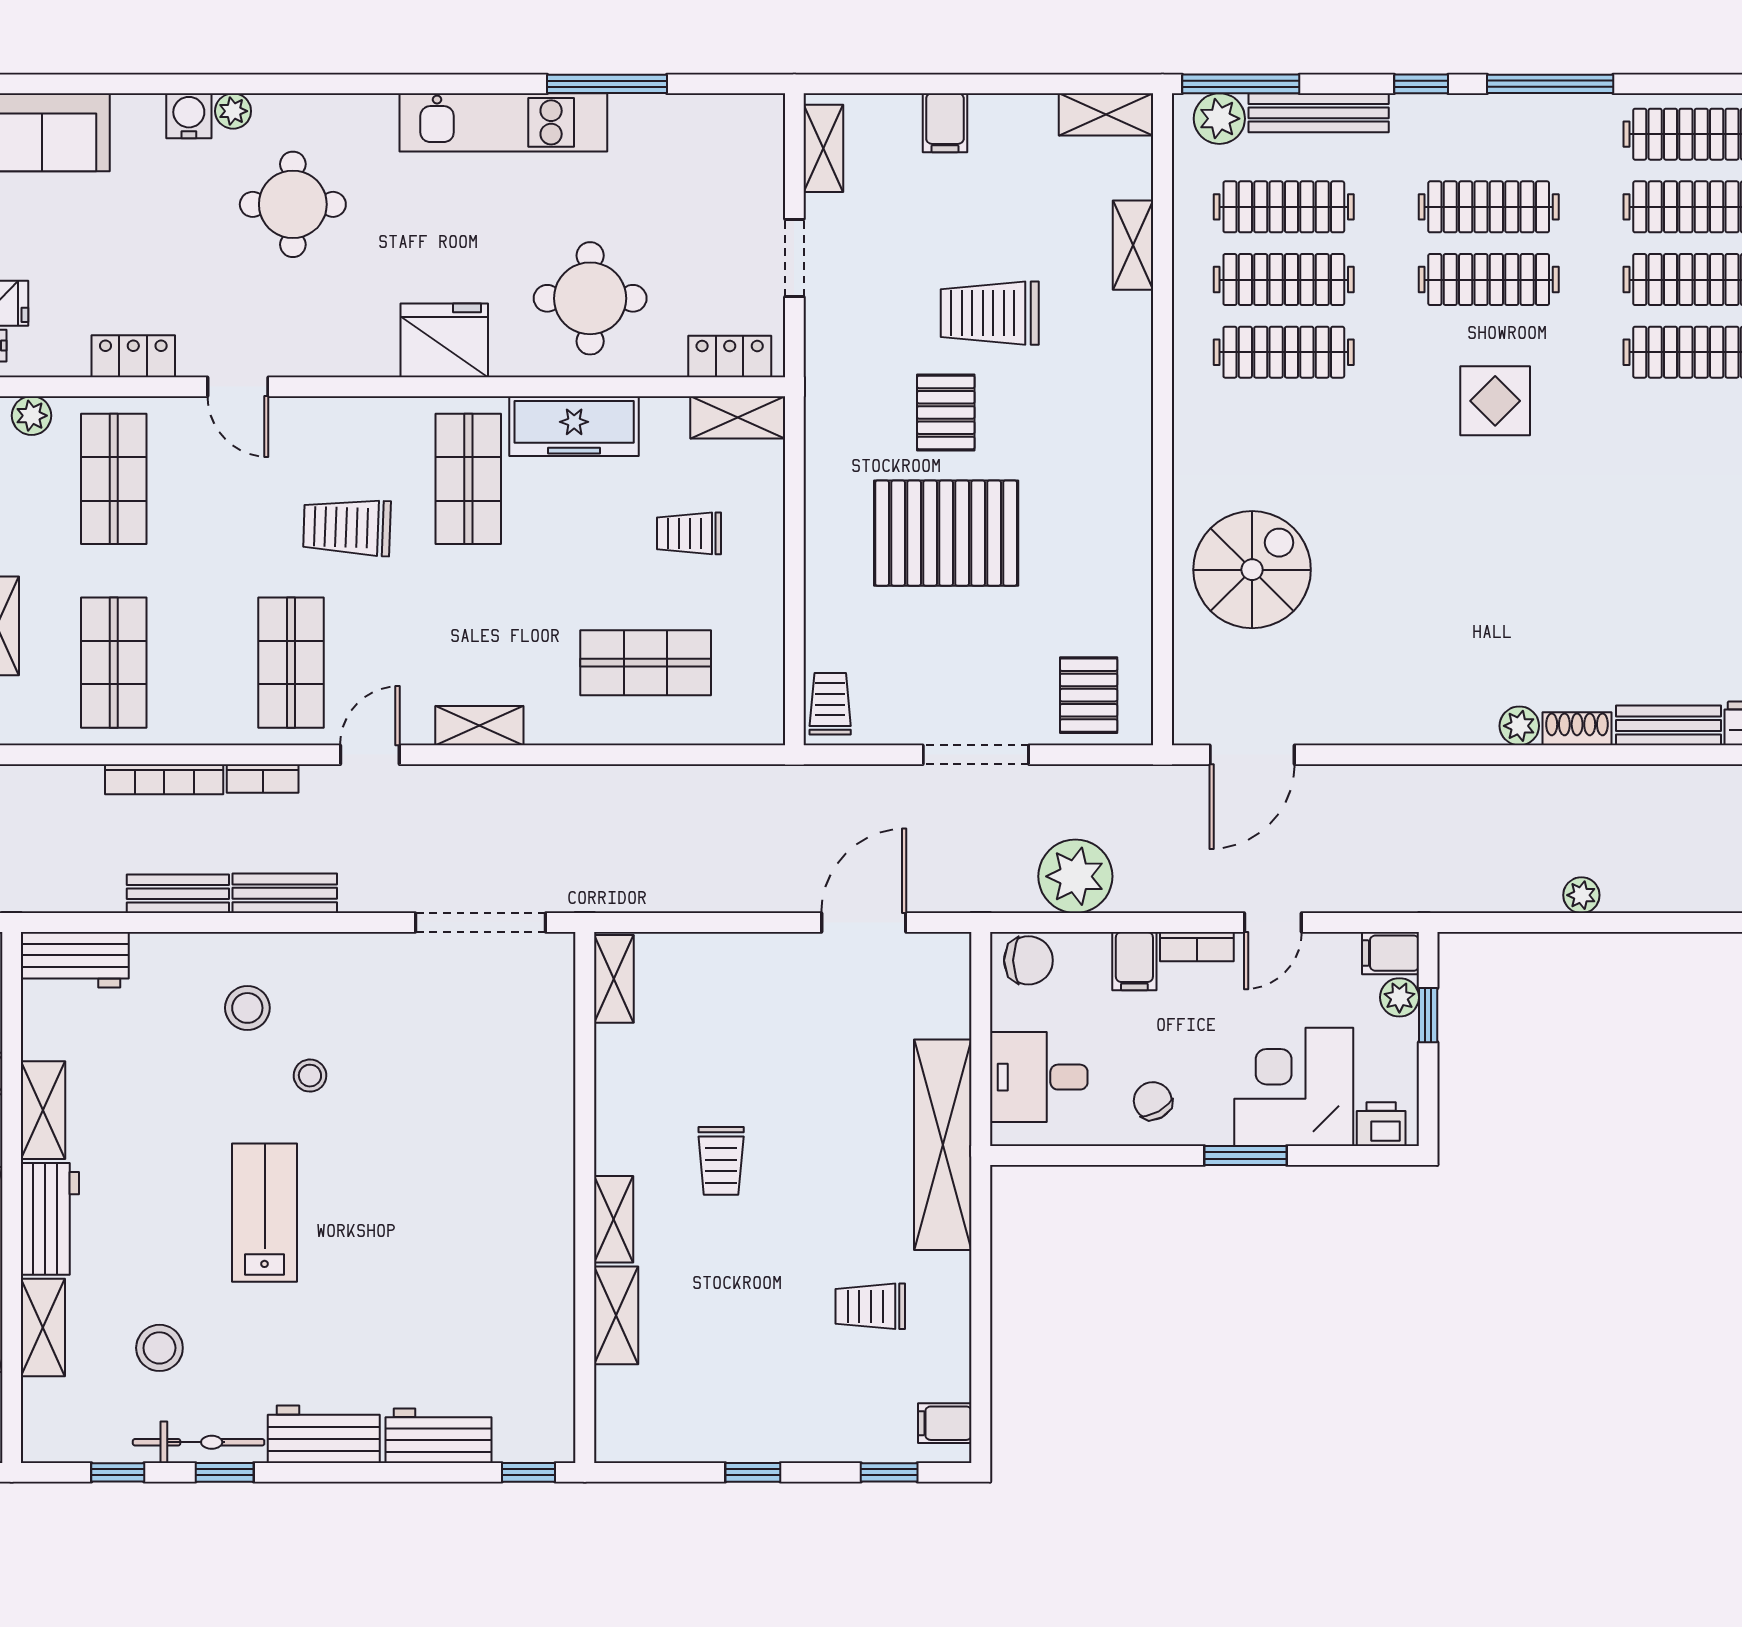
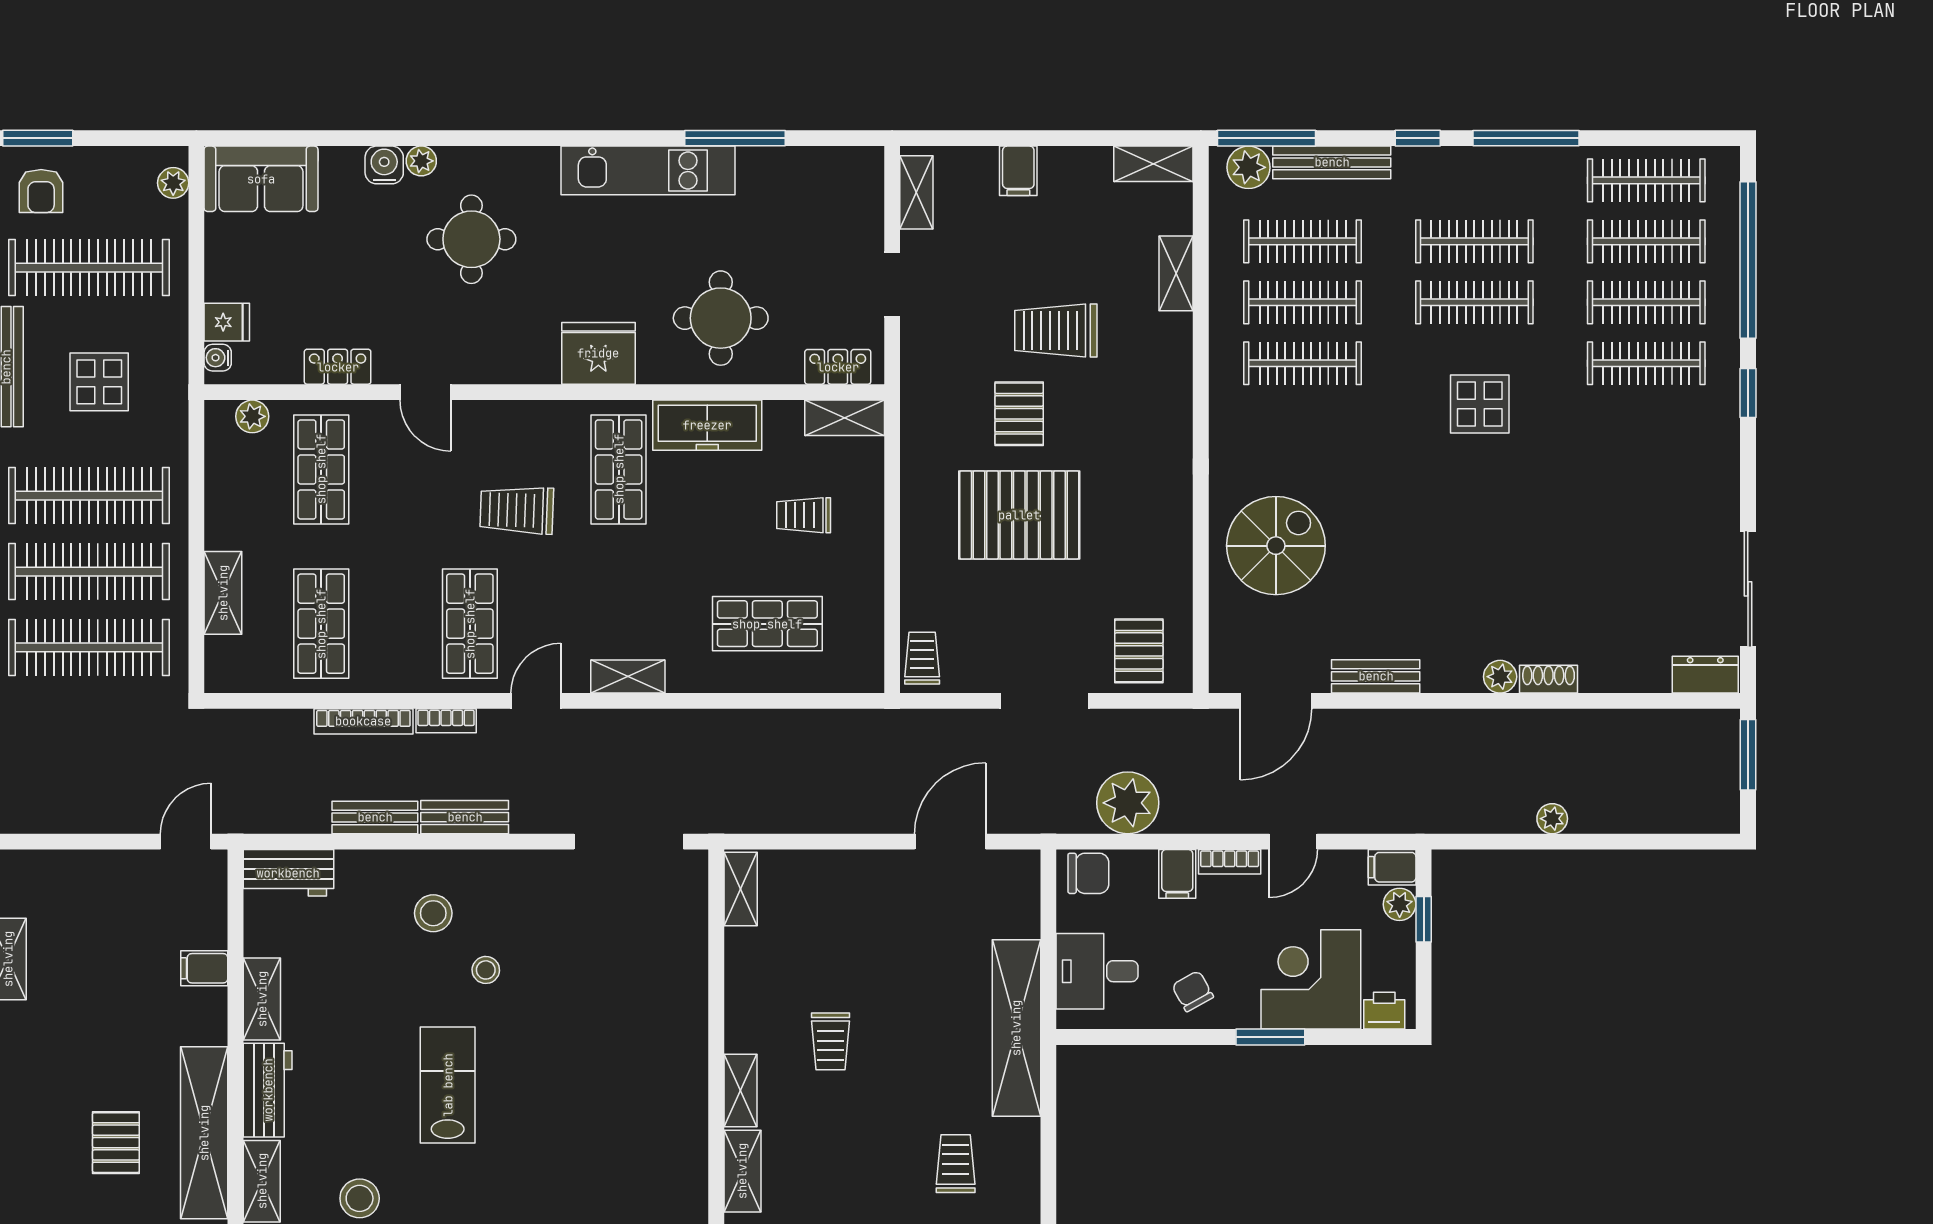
bench: (1669, 725) -> (1376, 676), moved
trolley: (870, 1306) -> (956, 1164), turned 90

